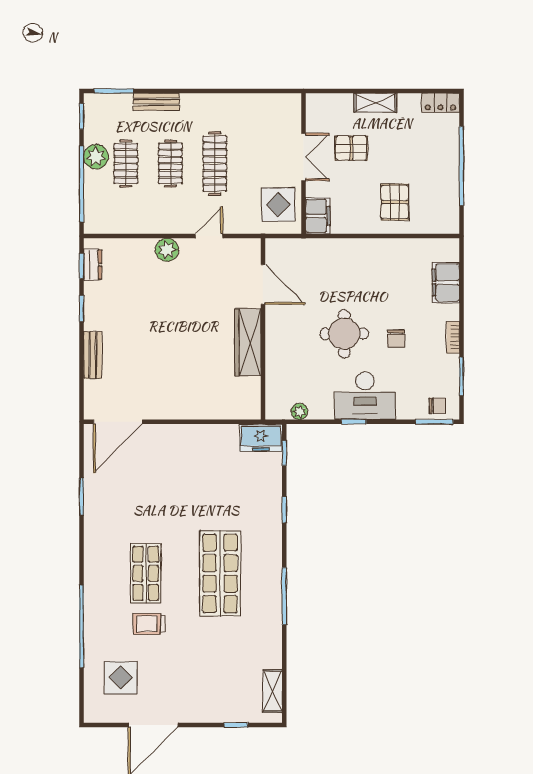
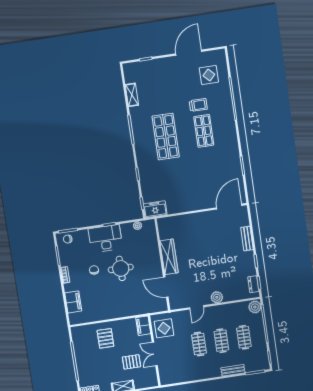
plant: (96, 157) -> (255, 307), moved
clothes rail: (215, 164) -> (199, 344), width x0.73
shelving: (273, 691) -> (132, 95), moved

